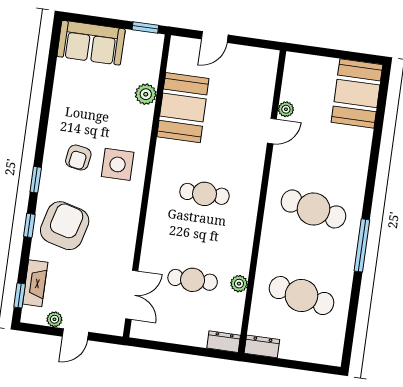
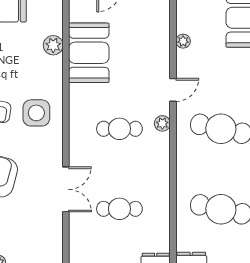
door: (272, 131) -> (173, 90), moved
plant: (239, 284) -> (162, 123), moved
double door: (132, 295) -> (66, 189), moved

